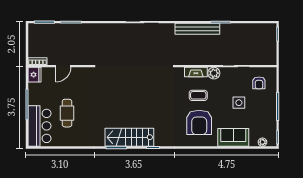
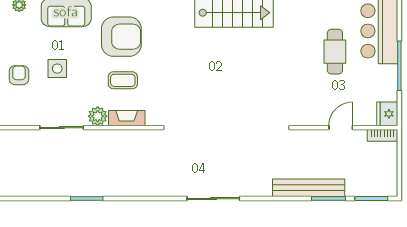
bench: (197, 29) -> (309, 188), moved
armchair: (259, 83) -> (19, 75), moved
armchair: (199, 122) -> (121, 37), turned 90

